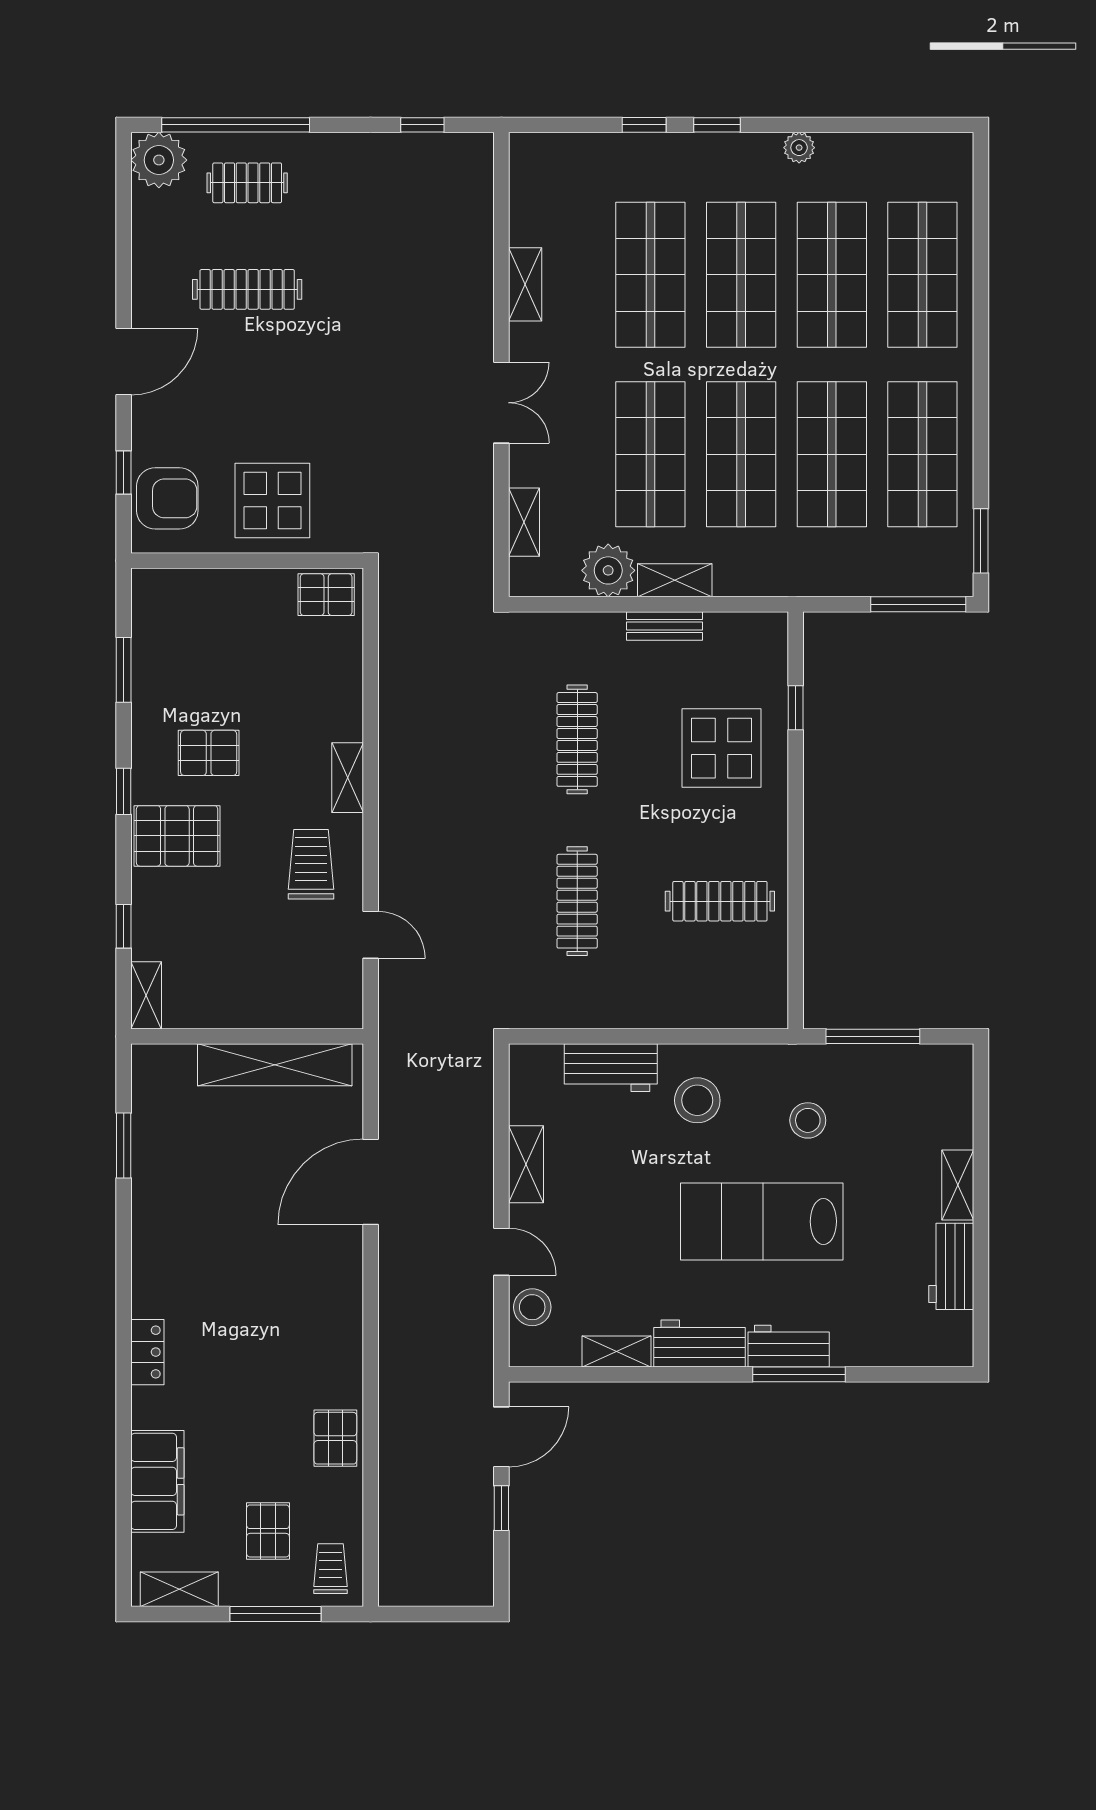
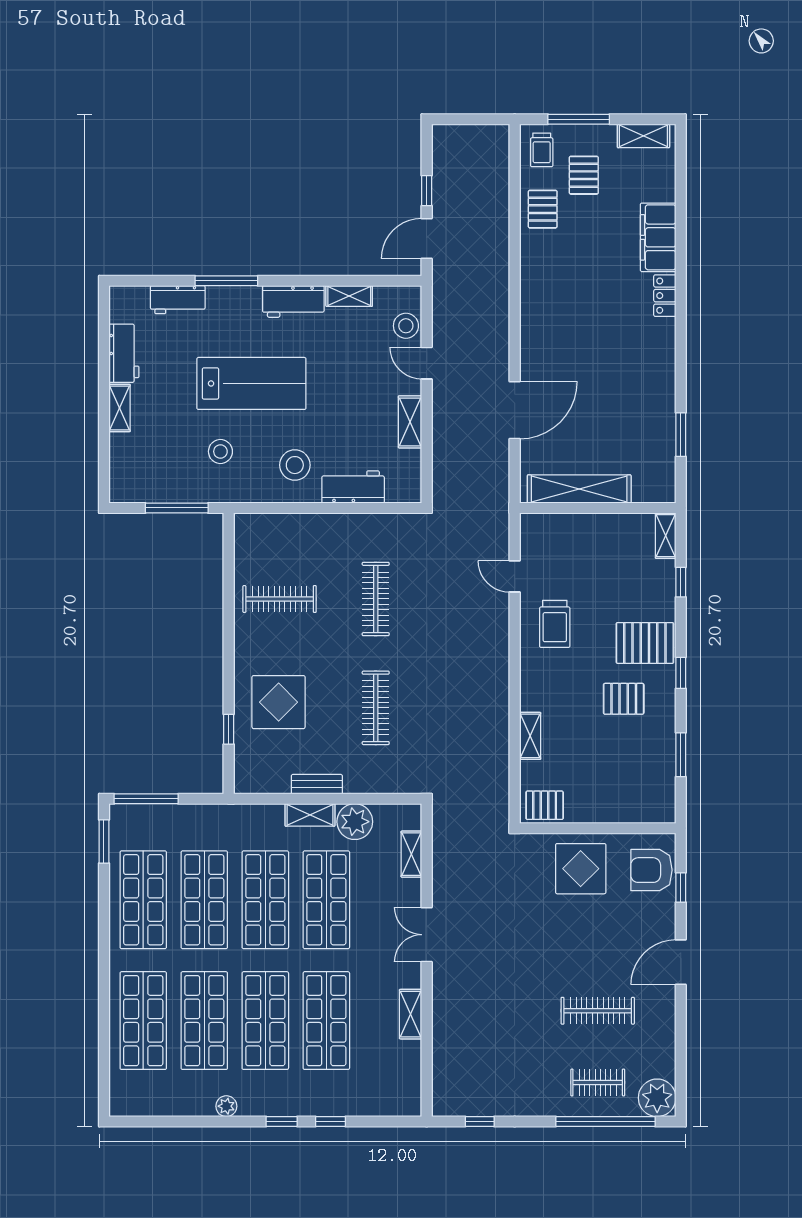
shelving: (348, 778) -> (530, 736), moved
workbench: (789, 1346) -> (178, 300), moved
pallet: (335, 1438) -> (543, 209), moved
filing cabinet: (157, 1481) -> (658, 237), moved

